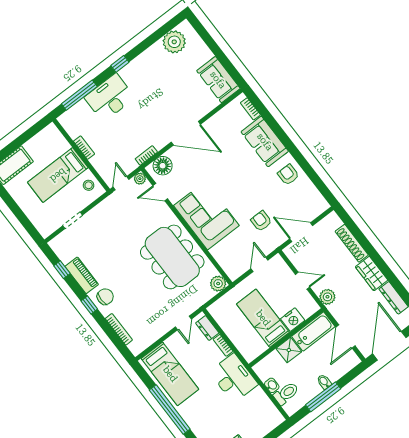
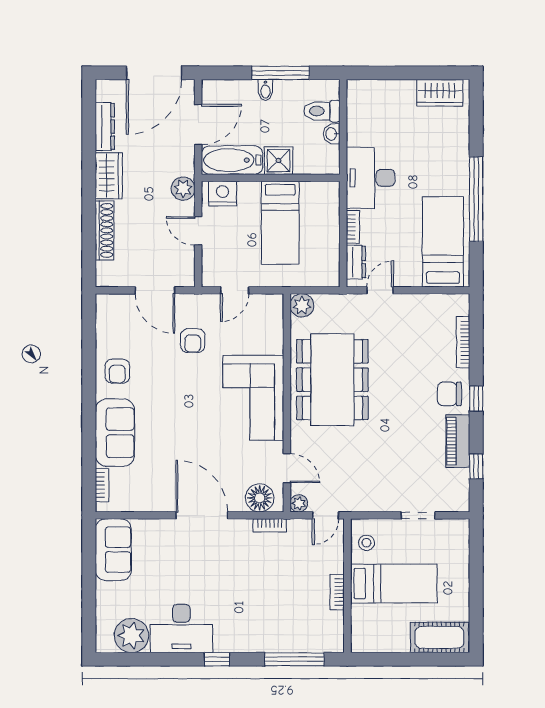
desk: (110, 98) -> (181, 628), moved
nightstand: (293, 320) -> (223, 194), moved

